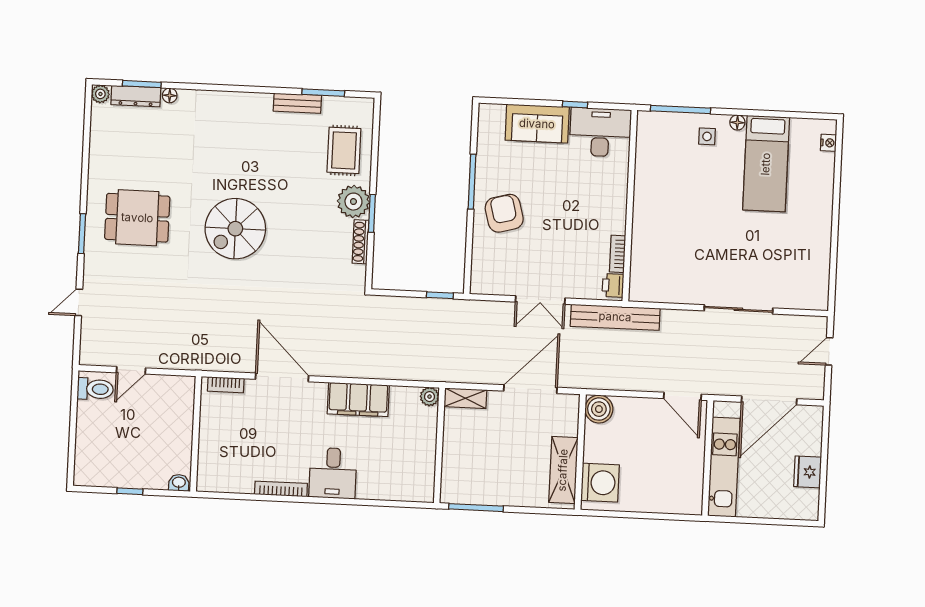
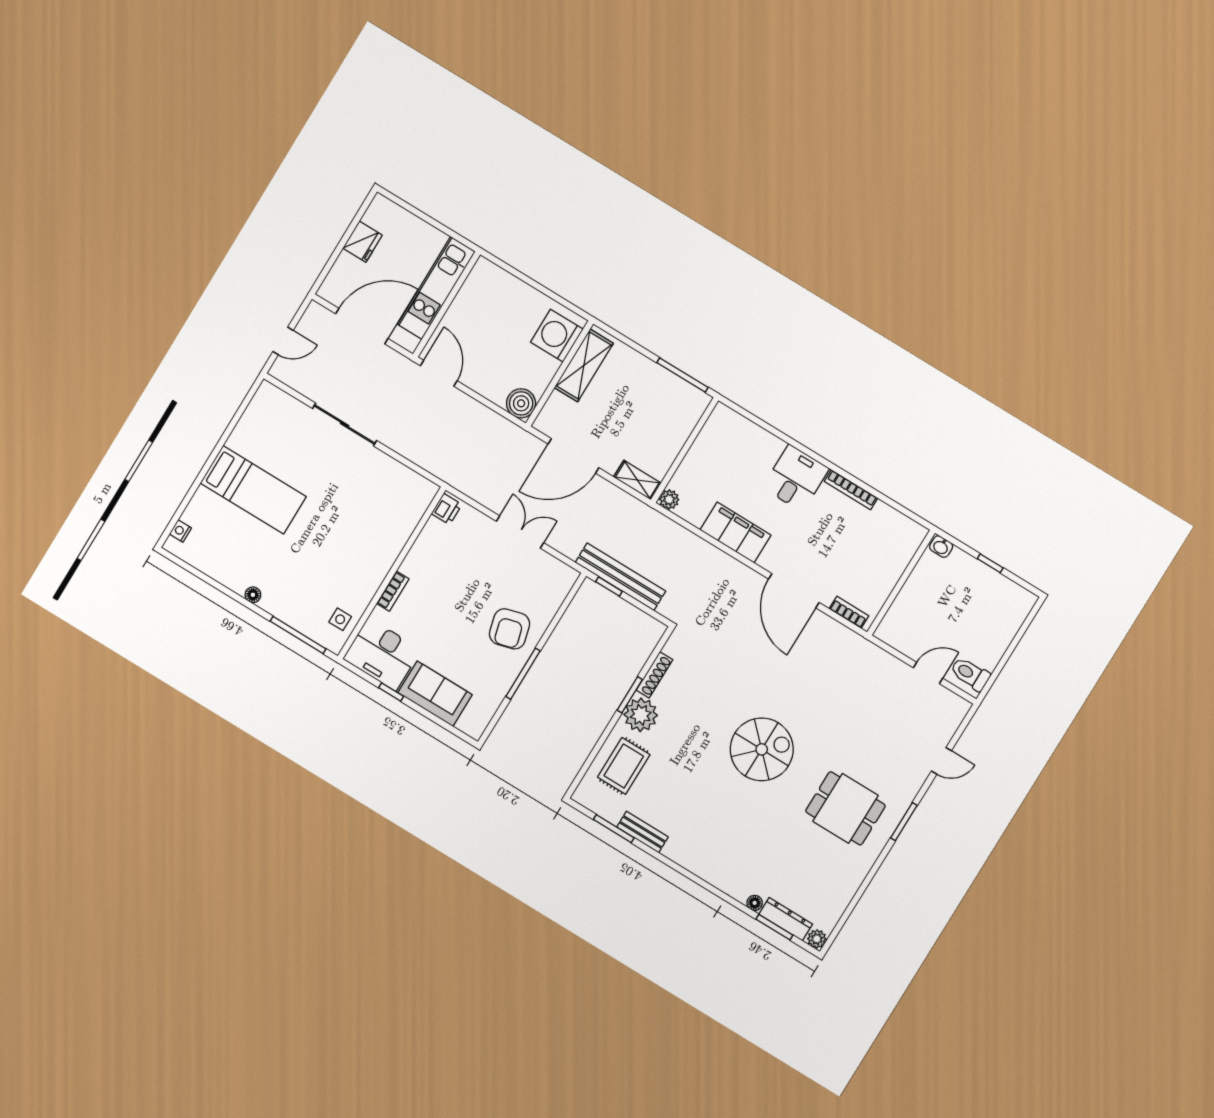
side table: (707, 136) -> (340, 619), moved
bed: (766, 164) -> (253, 490), moved, turned 90
bookcase: (618, 254) -> (393, 591), moved
bench: (615, 317) -> (620, 577), moved

